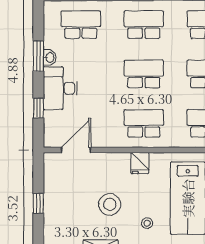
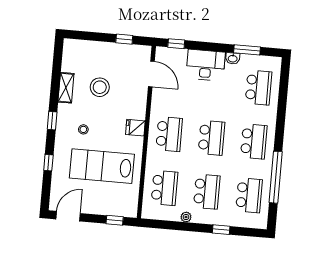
window: (38, 56) -> (247, 50), moved
window: (38, 108) -> (176, 44), moved
window: (38, 203) -> (124, 39), moved
stool: (110, 204) -> (100, 87), moved

